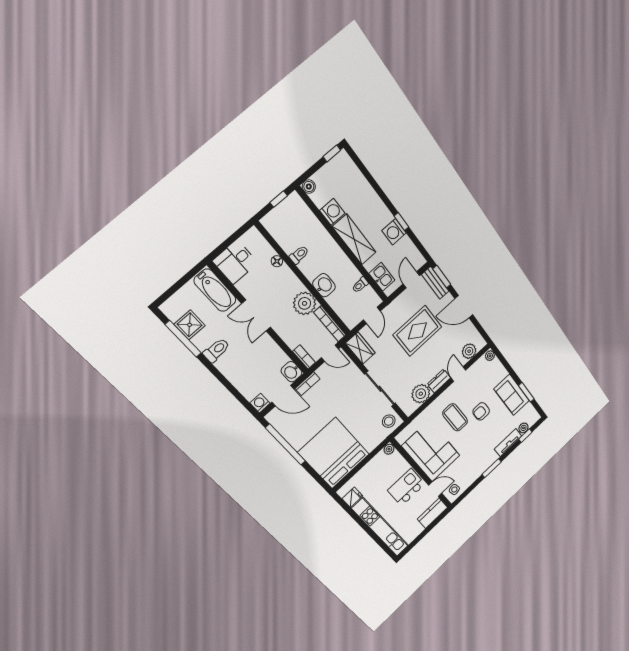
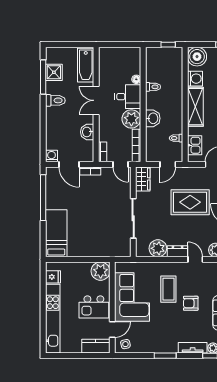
boiler: (309, 187) -> (197, 57), width x1.86, depth x1.86
desk: (235, 262) -> (128, 97), moved, turned 180
washbasin: (291, 372) -> (87, 132), moved
door: (458, 374) -> (195, 259), hinge flipped
stool: (389, 421) -> (121, 247), removed
plant: (389, 449) -> (101, 271), width x1.88, depth x1.88
bed: (334, 453) -> (56, 233), width x0.49
kitchen island: (406, 487) -> (94, 307), turned 180
door: (435, 489) -> (112, 329), hinge flipped

